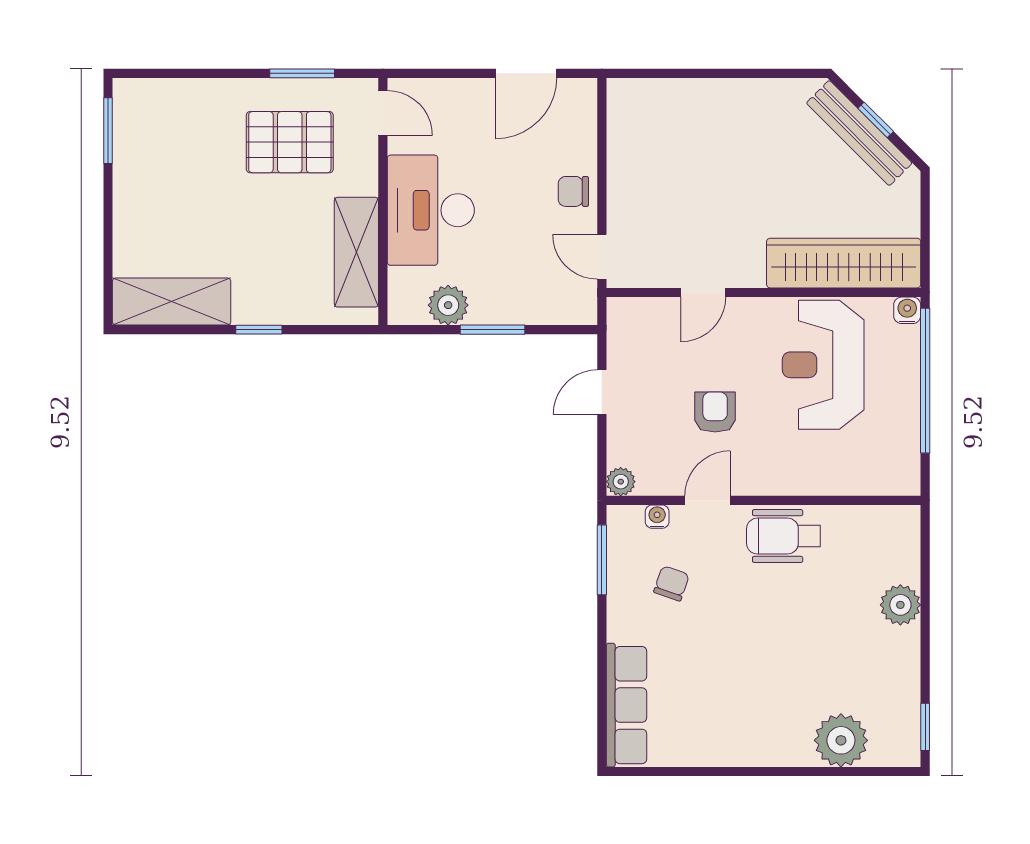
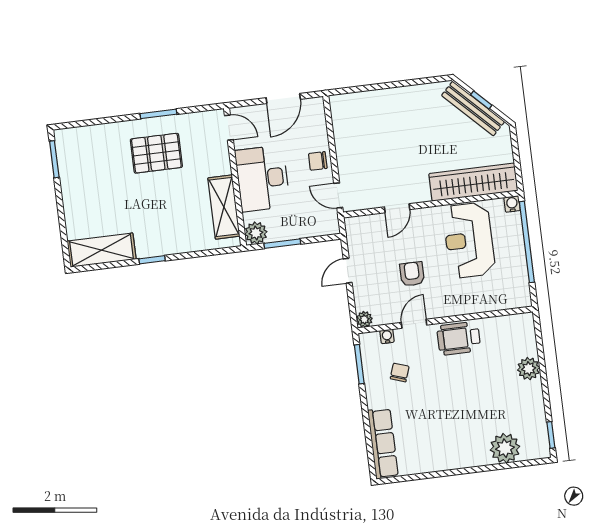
door: (383, 113) -> (229, 128), moved
wall: (383, 201) -> (235, 177), moved
desk: (431, 210) -> (262, 178), moved
shelving: (356, 252) -> (224, 207), moved

